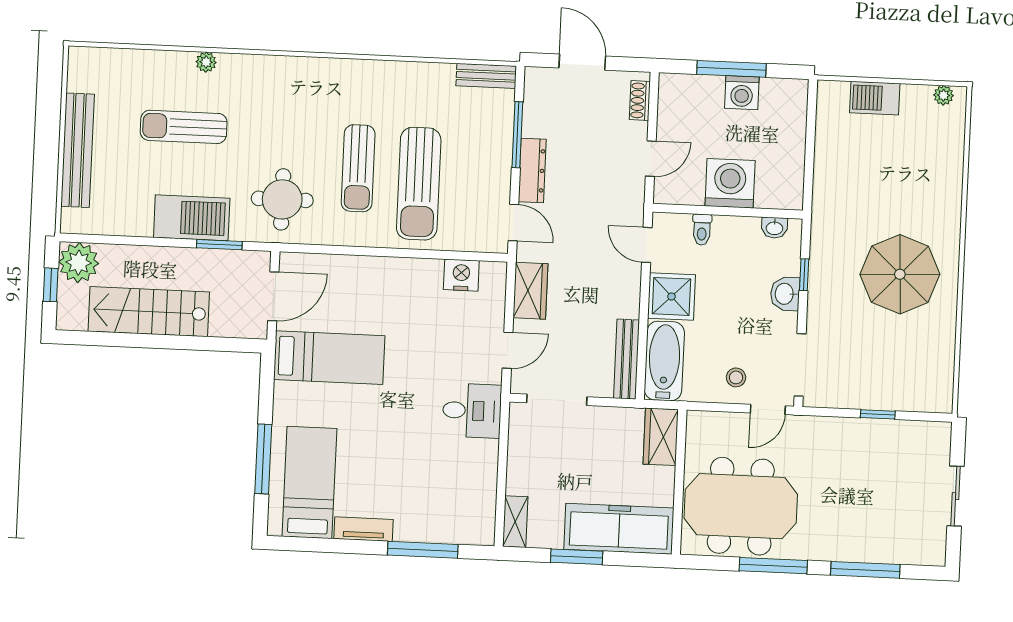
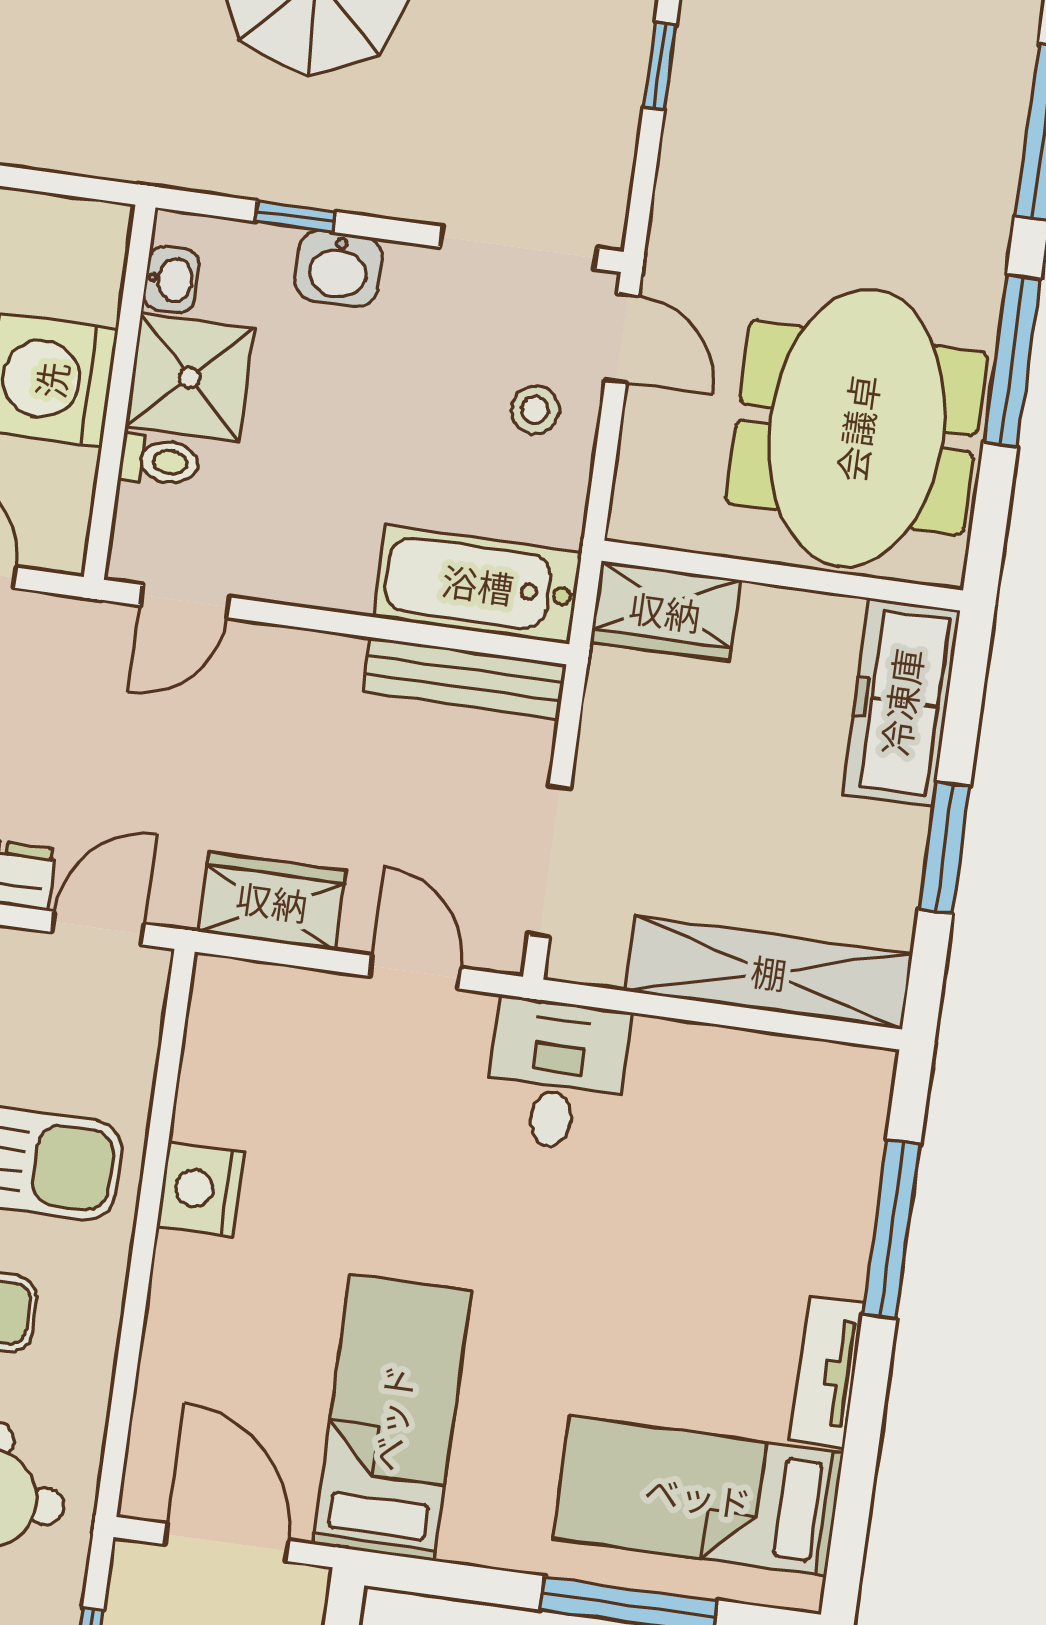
nightstand: (461, 275) -> (200, 1189), moved
shower: (671, 296) -> (190, 378), moved
shelving: (515, 522) -> (769, 972), width x2.20, depth x1.33
freezer: (619, 529) -> (901, 702), width x0.73, depth x0.79

